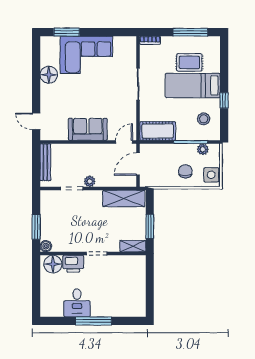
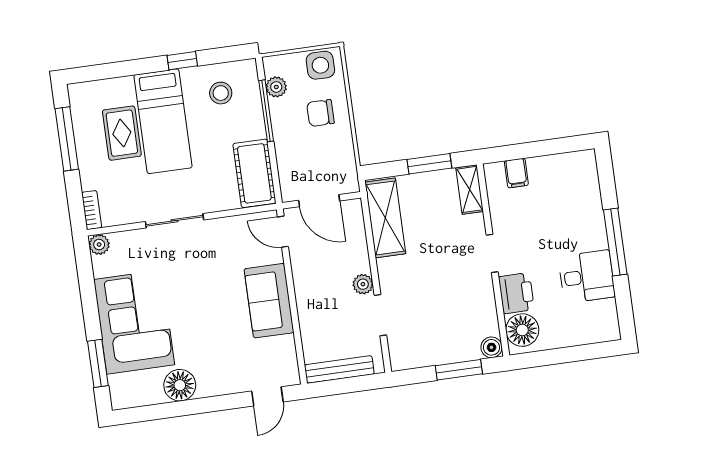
plant: (131, 42) -> (99, 245), added
filing cabinet: (138, 273) -> (516, 173), added

